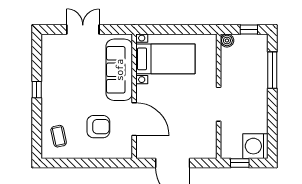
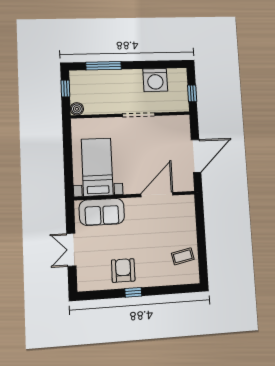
sofa: (119, 70) -> (102, 212), width x0.73
armchair: (98, 127) -> (123, 270), moved
coffee table: (59, 136) -> (183, 256), moved
washing machine: (255, 146) -> (155, 80), moved

